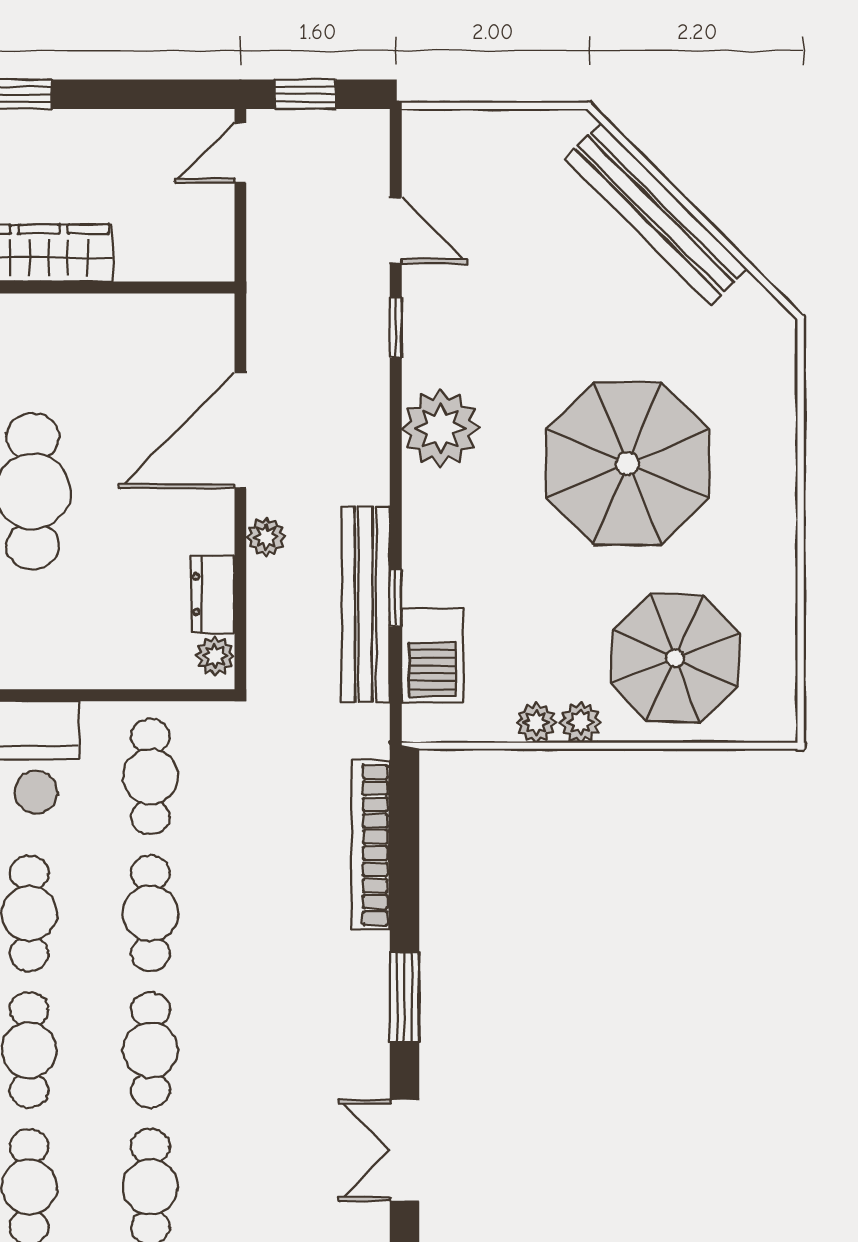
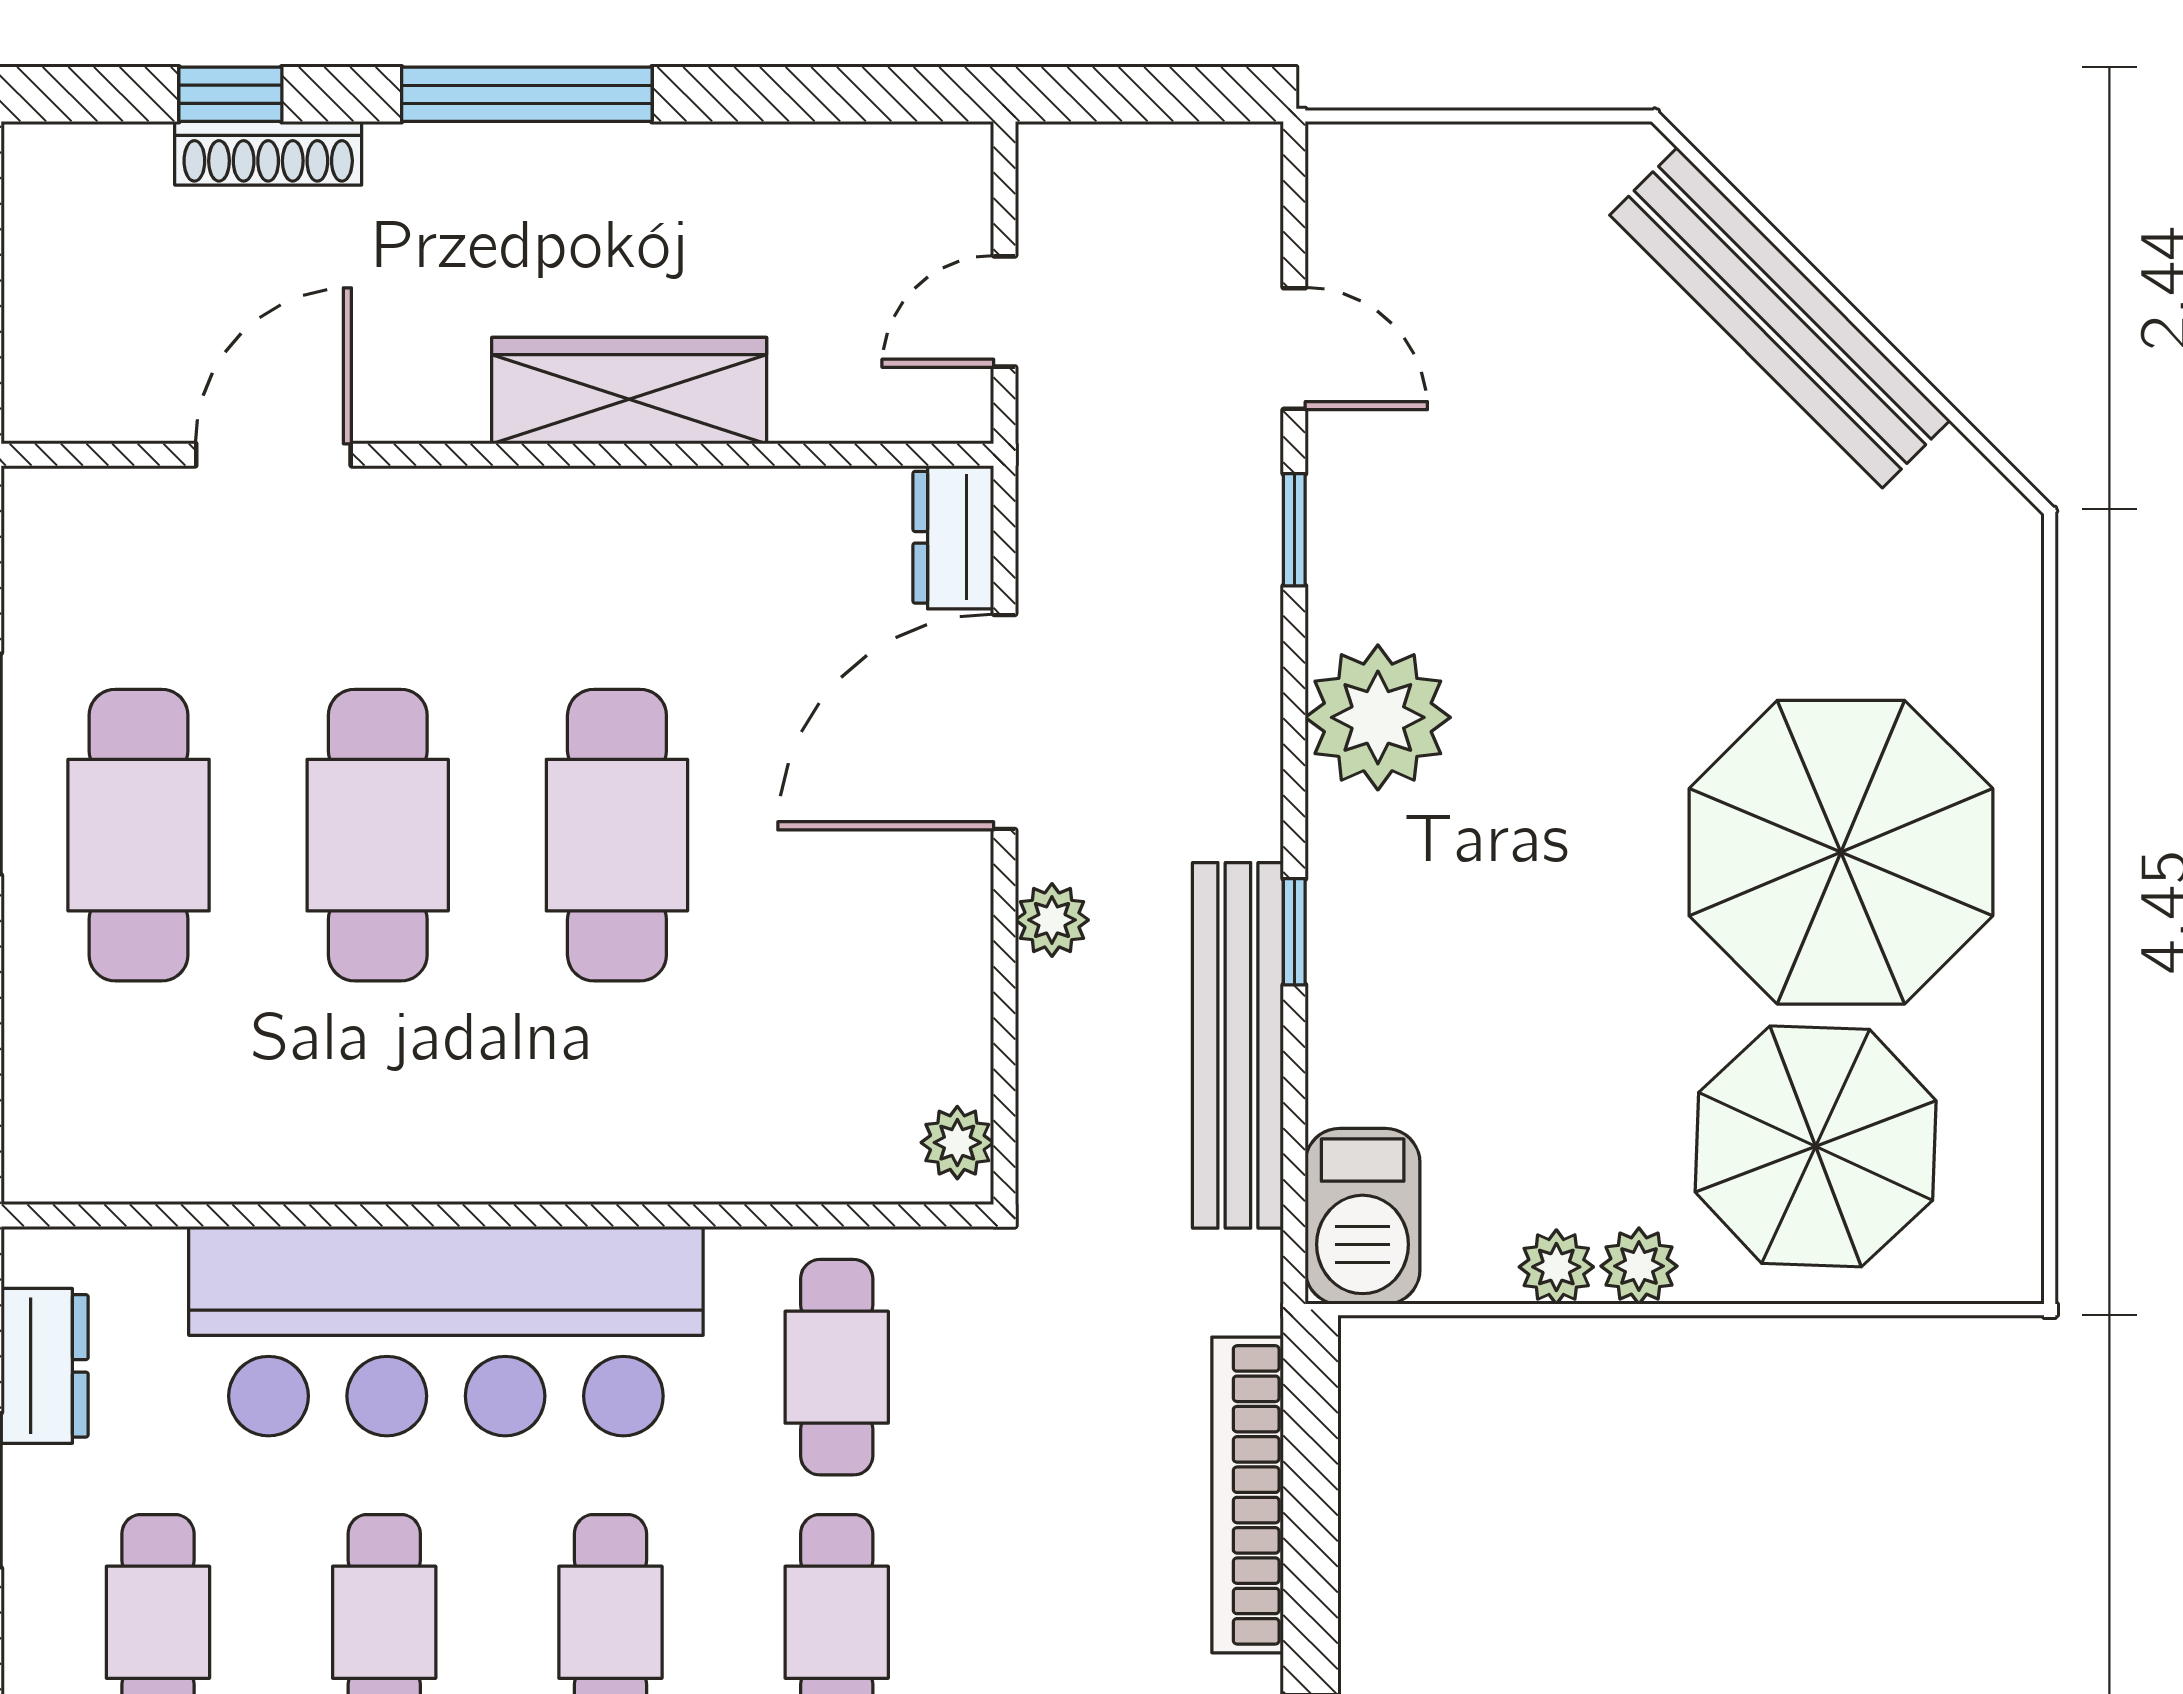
window: (305, 94) -> (1126, 94), removed
door: (240, 153) -> (1005, 311), moved
parasol: (627, 463) -> (1841, 852), moved
dresser: (213, 594) -> (953, 537), moved
window: (396, 598) -> (1294, 932), moved
barbecue: (432, 655) -> (1363, 1216), moved

